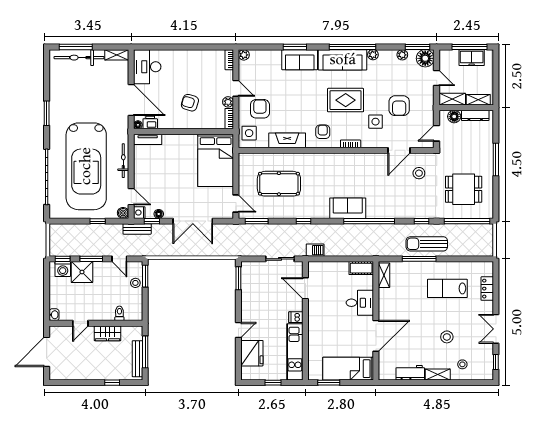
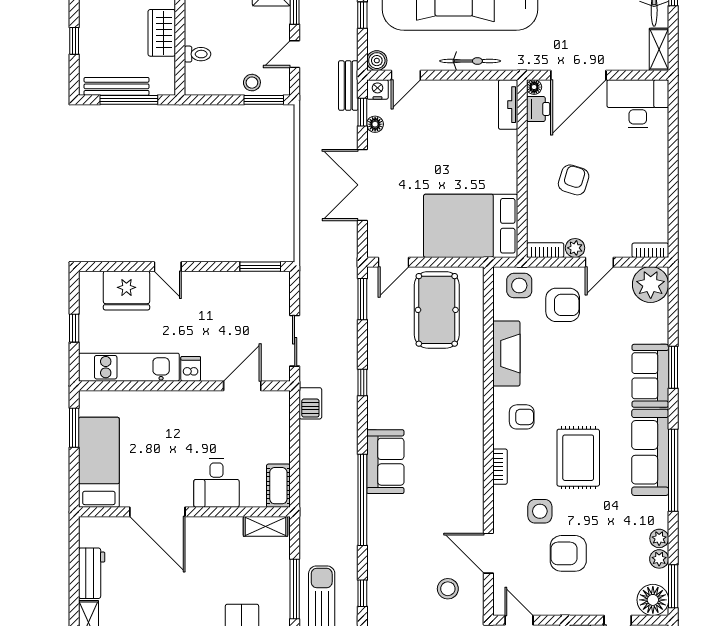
plant: (244, 55) -> (651, 285), width x1.88, depth x1.88
plant: (373, 55) -> (659, 538), moved
pool table: (279, 184) -> (437, 310), moved

